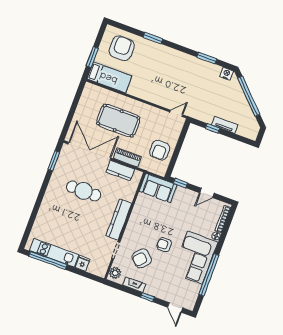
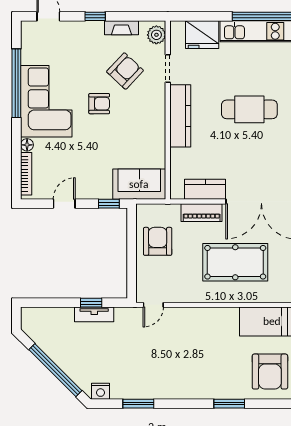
tv unit: (225, 125) -> (94, 314), moved
cafe table: (84, 191) -> (249, 109), moved
fridge: (83, 263) -> (202, 35), width x1.88, depth x1.34

